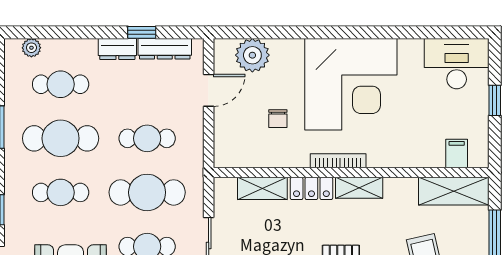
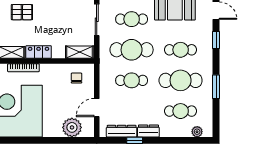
chair: (278, 119) -> (77, 78), moved
shelving: (262, 188) -> (80, 52), moved

